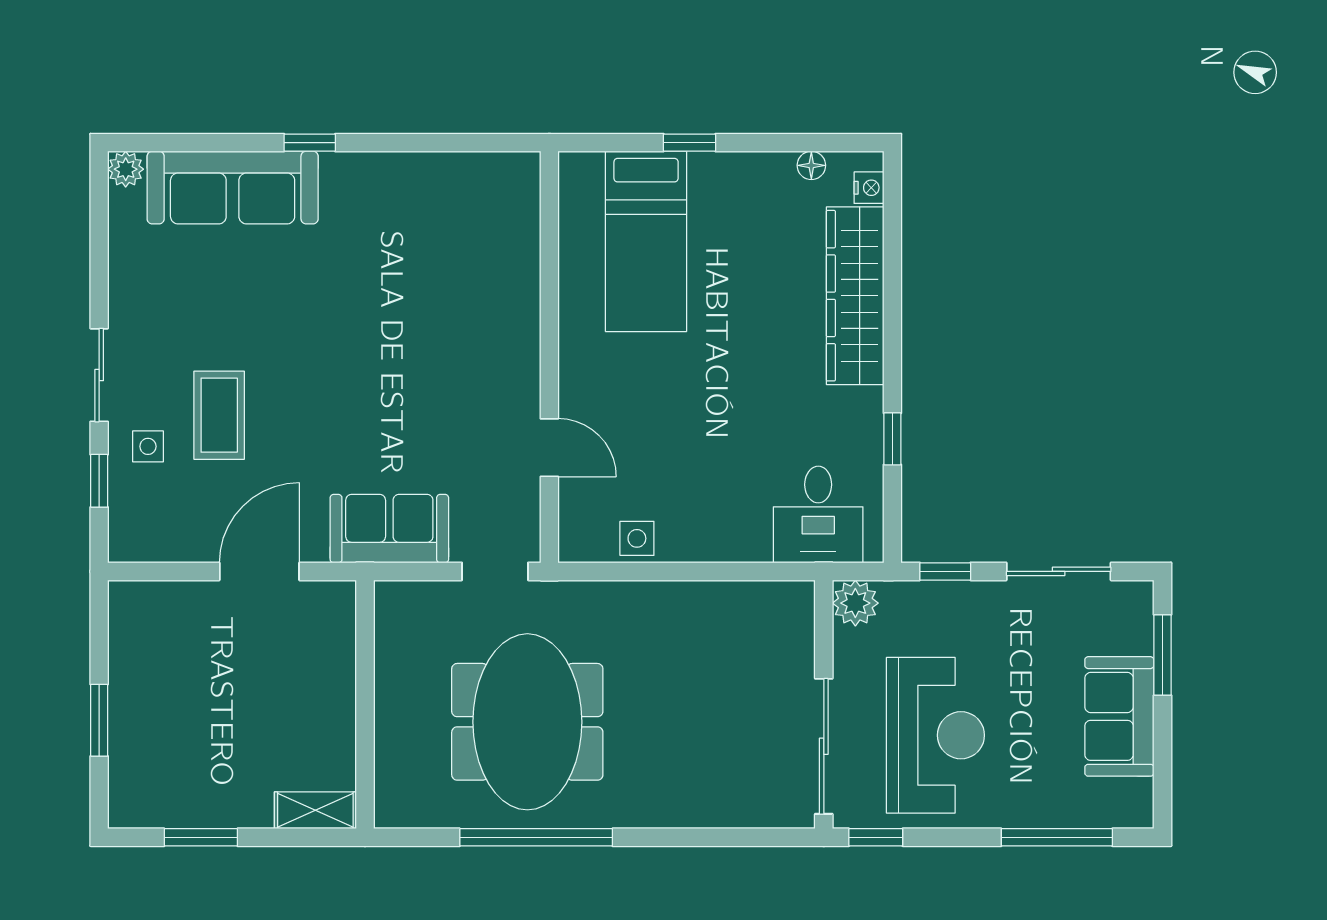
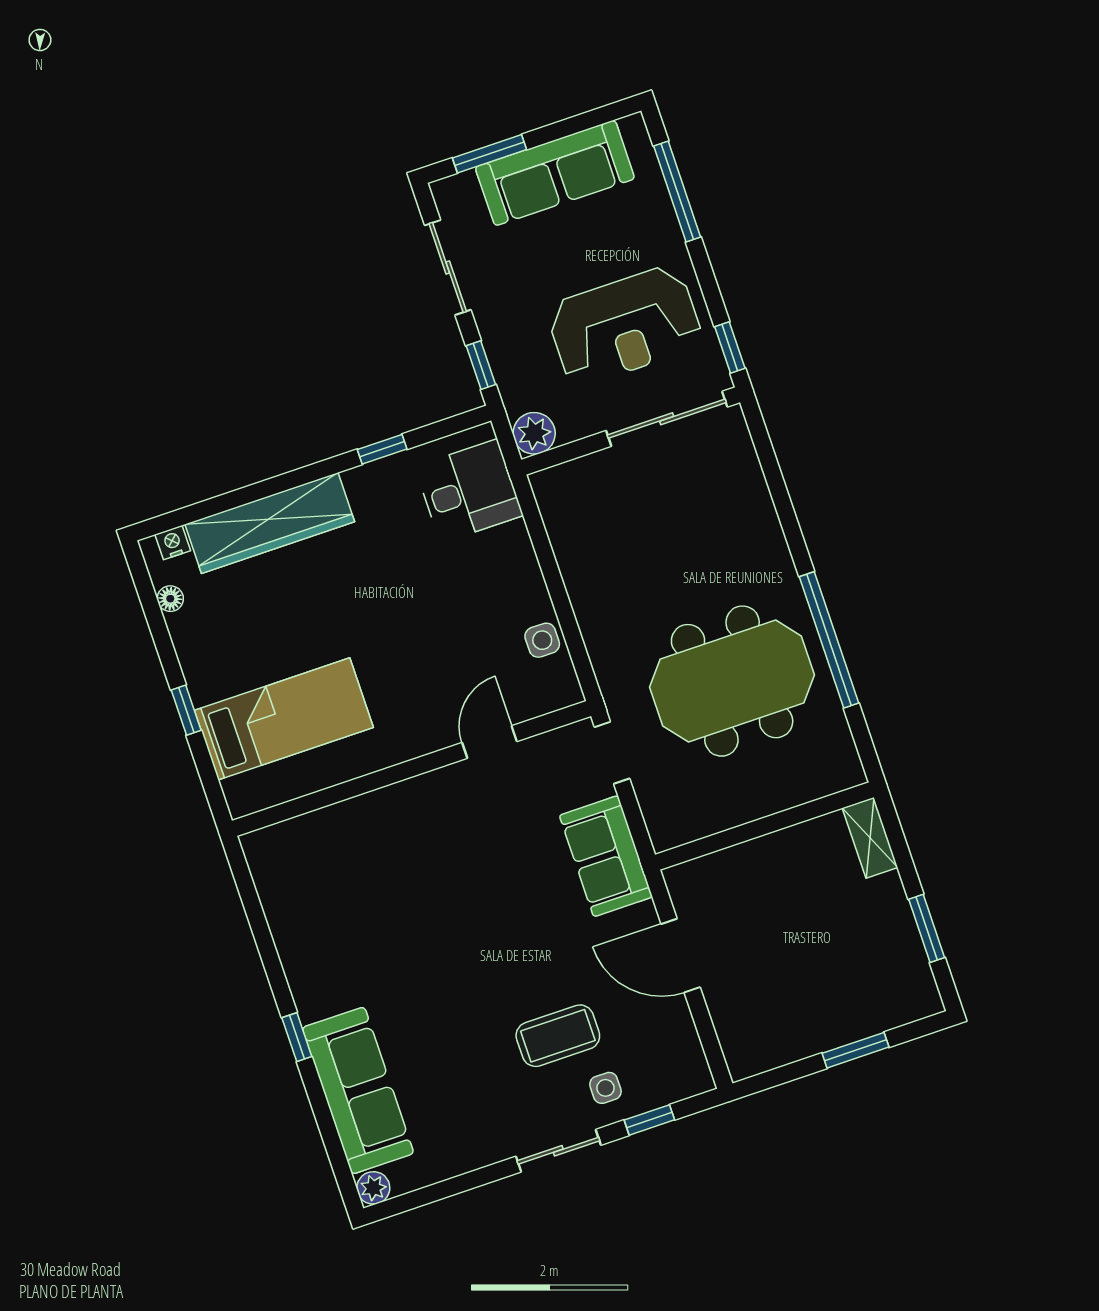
sofa: (1119, 716) -> (555, 173), width x1.36
reception desk: (935, 735) -> (625, 326), turned 180

